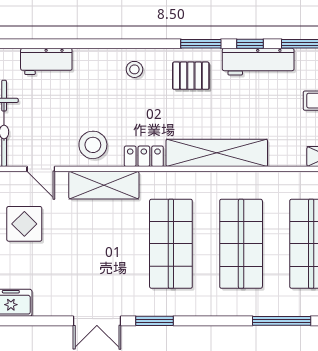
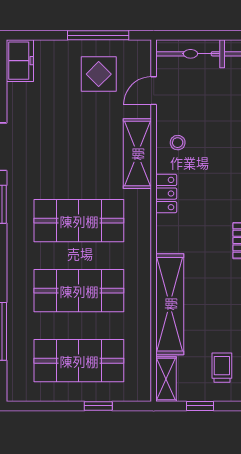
stool: (93, 145) -> (178, 143), width x0.53, depth x0.53
shelving: (217, 153) -> (170, 304), moved

